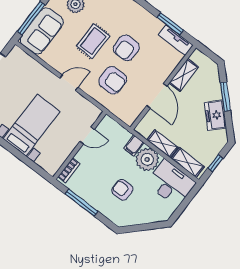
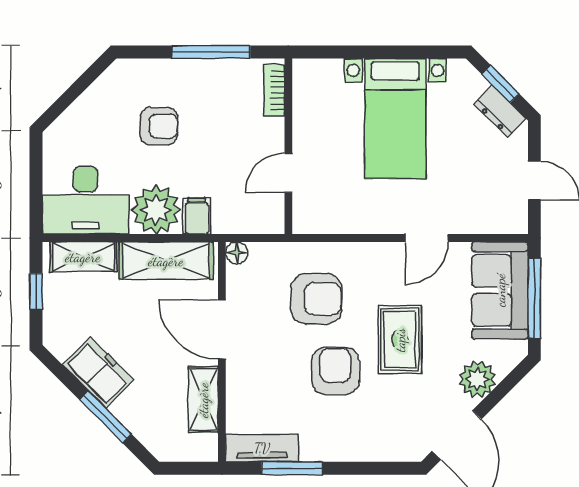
armchair: (113, 80) -> (316, 299), turned 180
door: (69, 83) -> (427, 238), moved
floor lamp: (129, 120) -> (237, 253), added
shelving: (162, 144) -> (166, 261), width x1.50, depth x1.33

